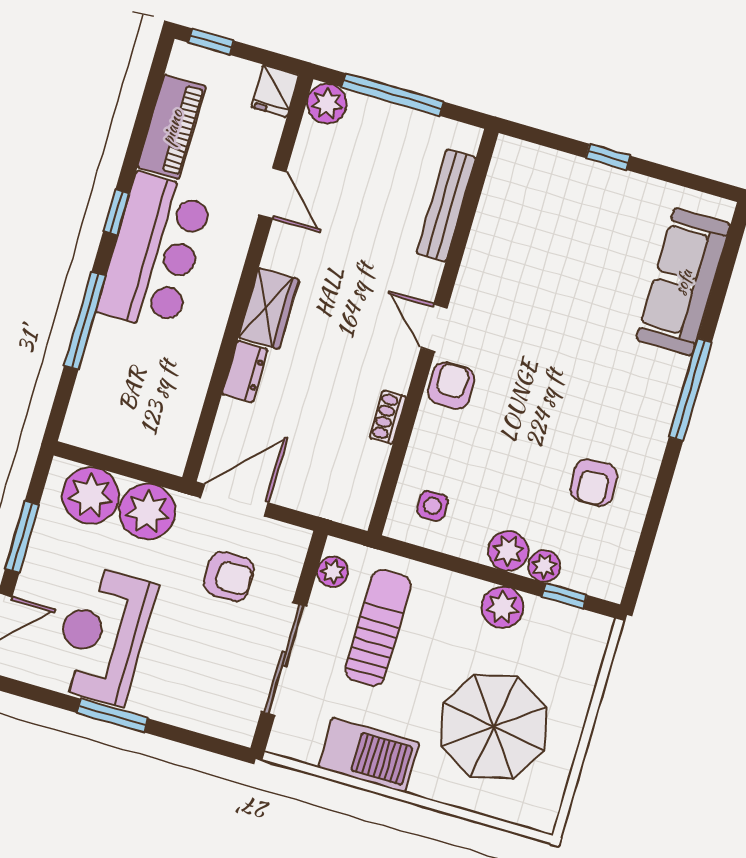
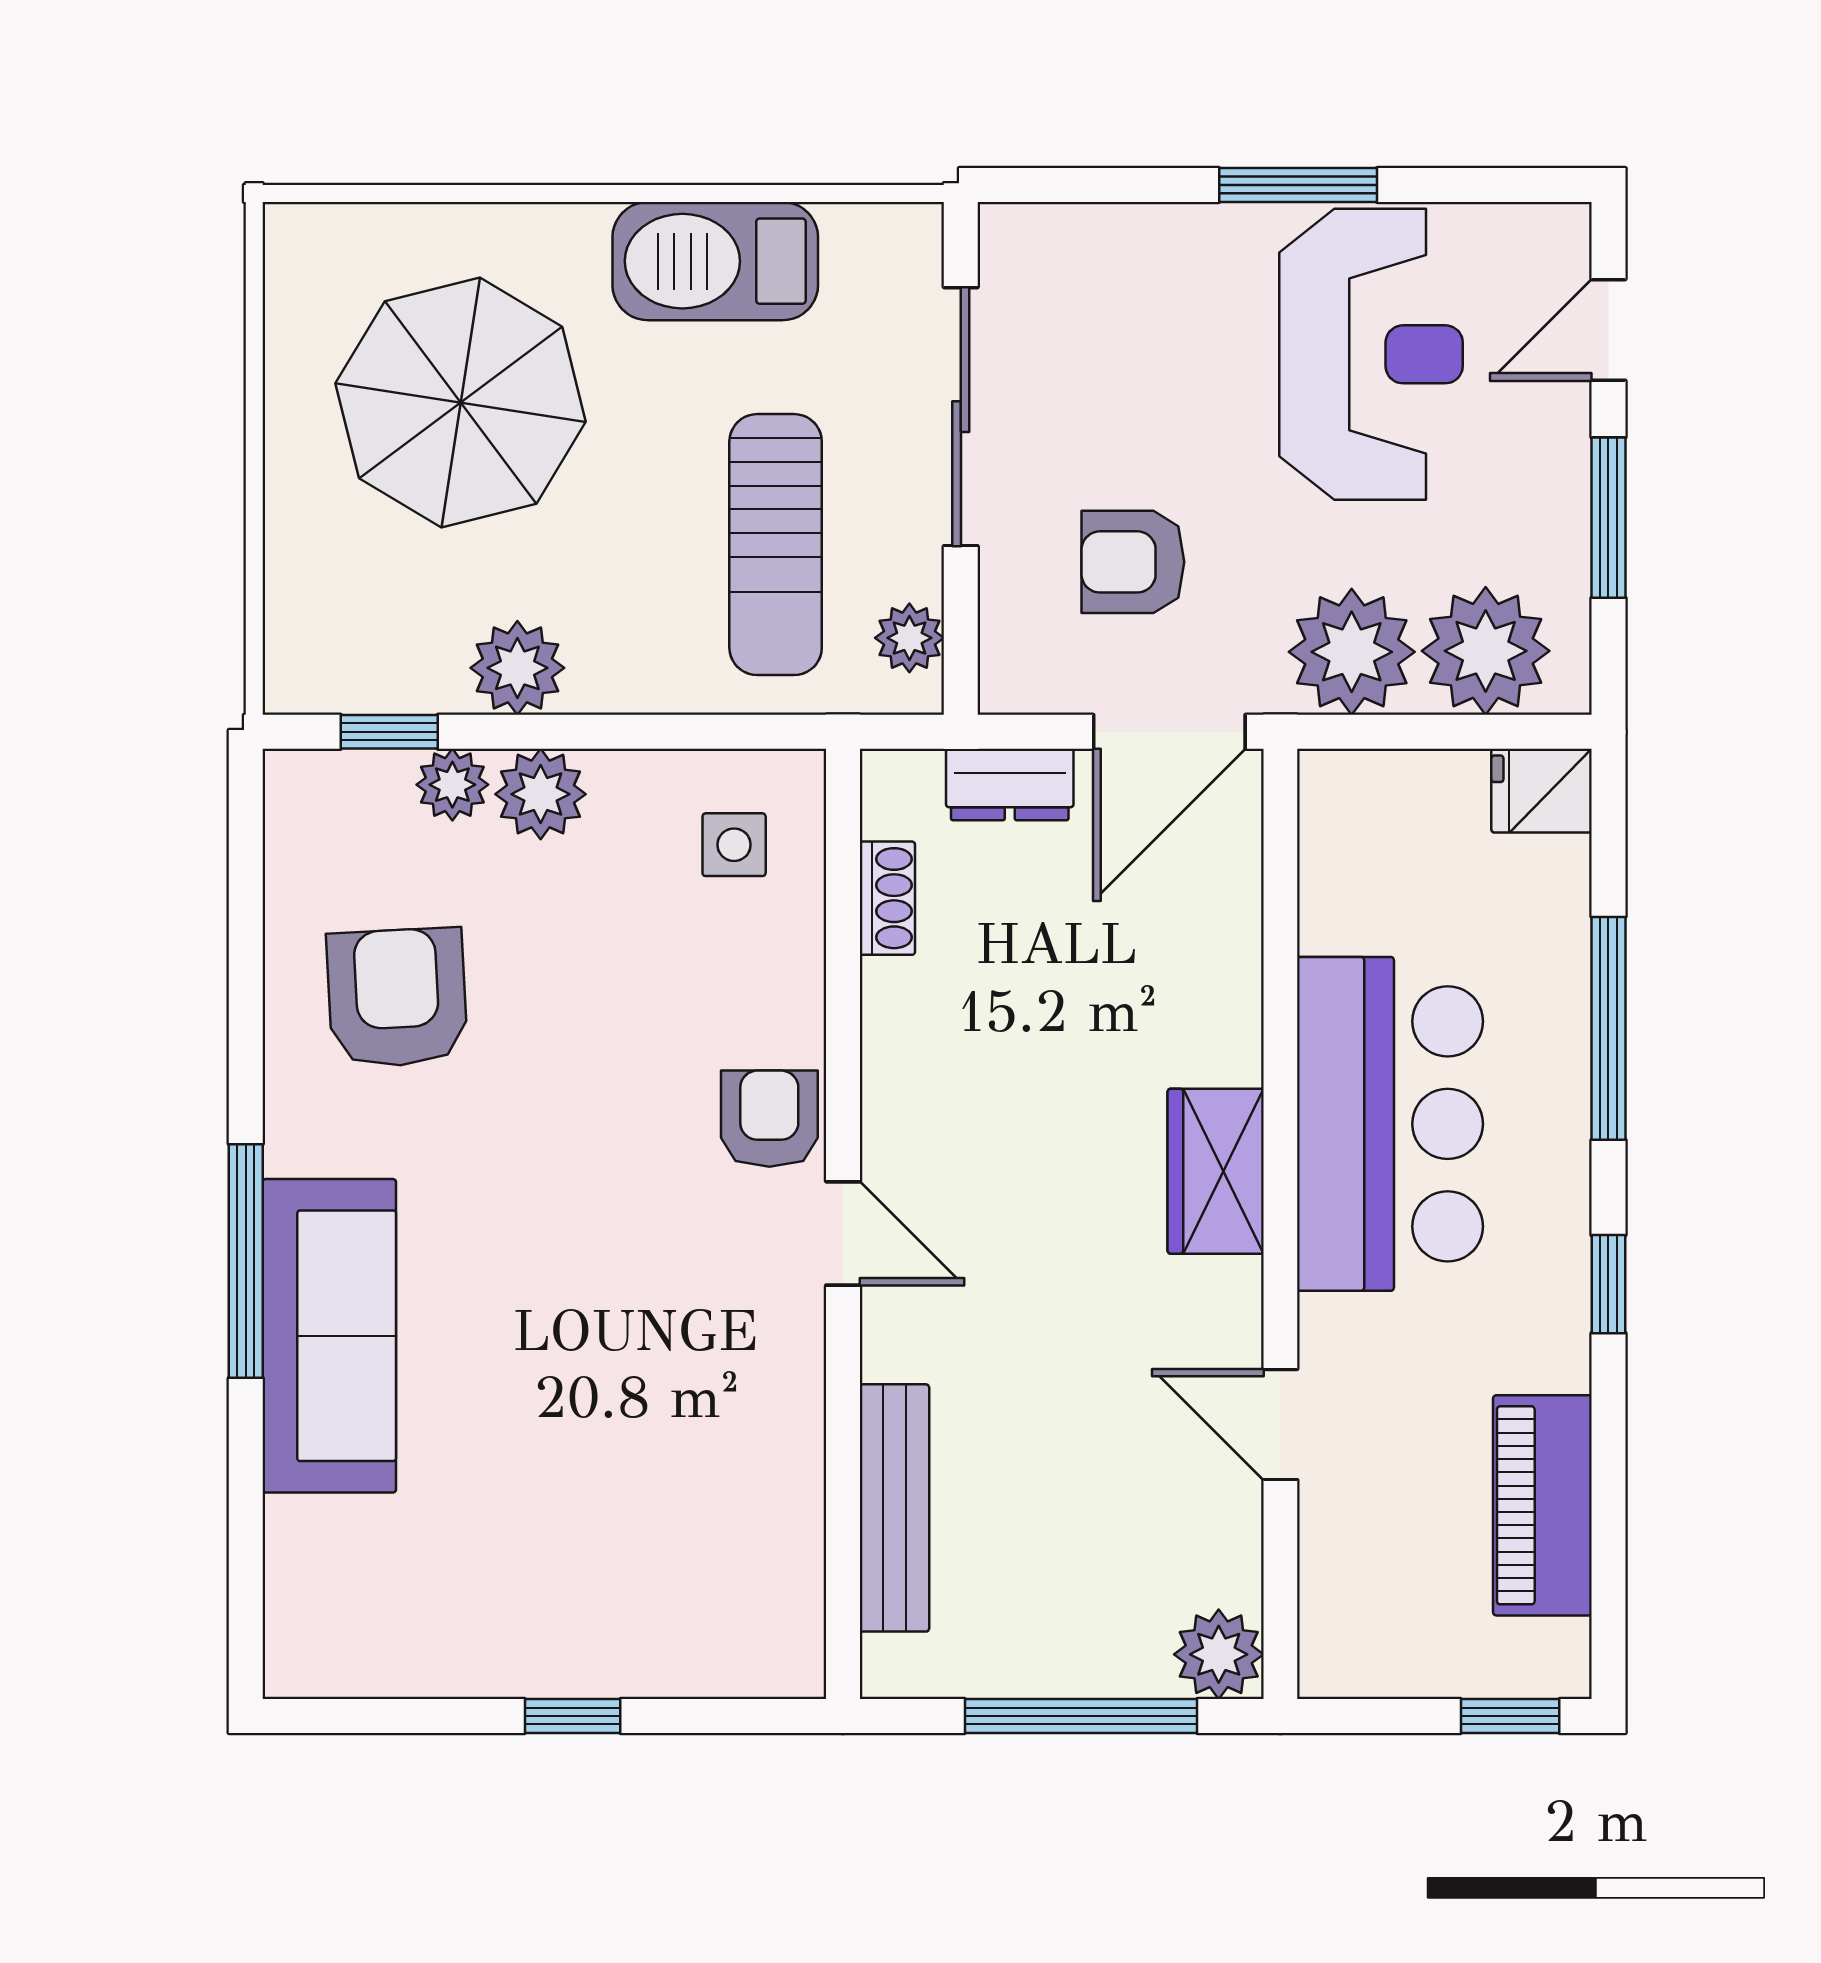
fridge: (275, 91) -> (1542, 791), moved, turned -90
bar counter: (155, 252) -> (1390, 1124), moved, turned 180
sofa: (683, 282) -> (329, 1336), moved
dresser: (245, 372) -> (1010, 784), moved, turned -90
armchair: (451, 386) -> (769, 1119), turned 180
shoe rack: (388, 417) -> (887, 898), moved
armchair: (594, 483) -> (397, 998), width x1.38, depth x1.38

